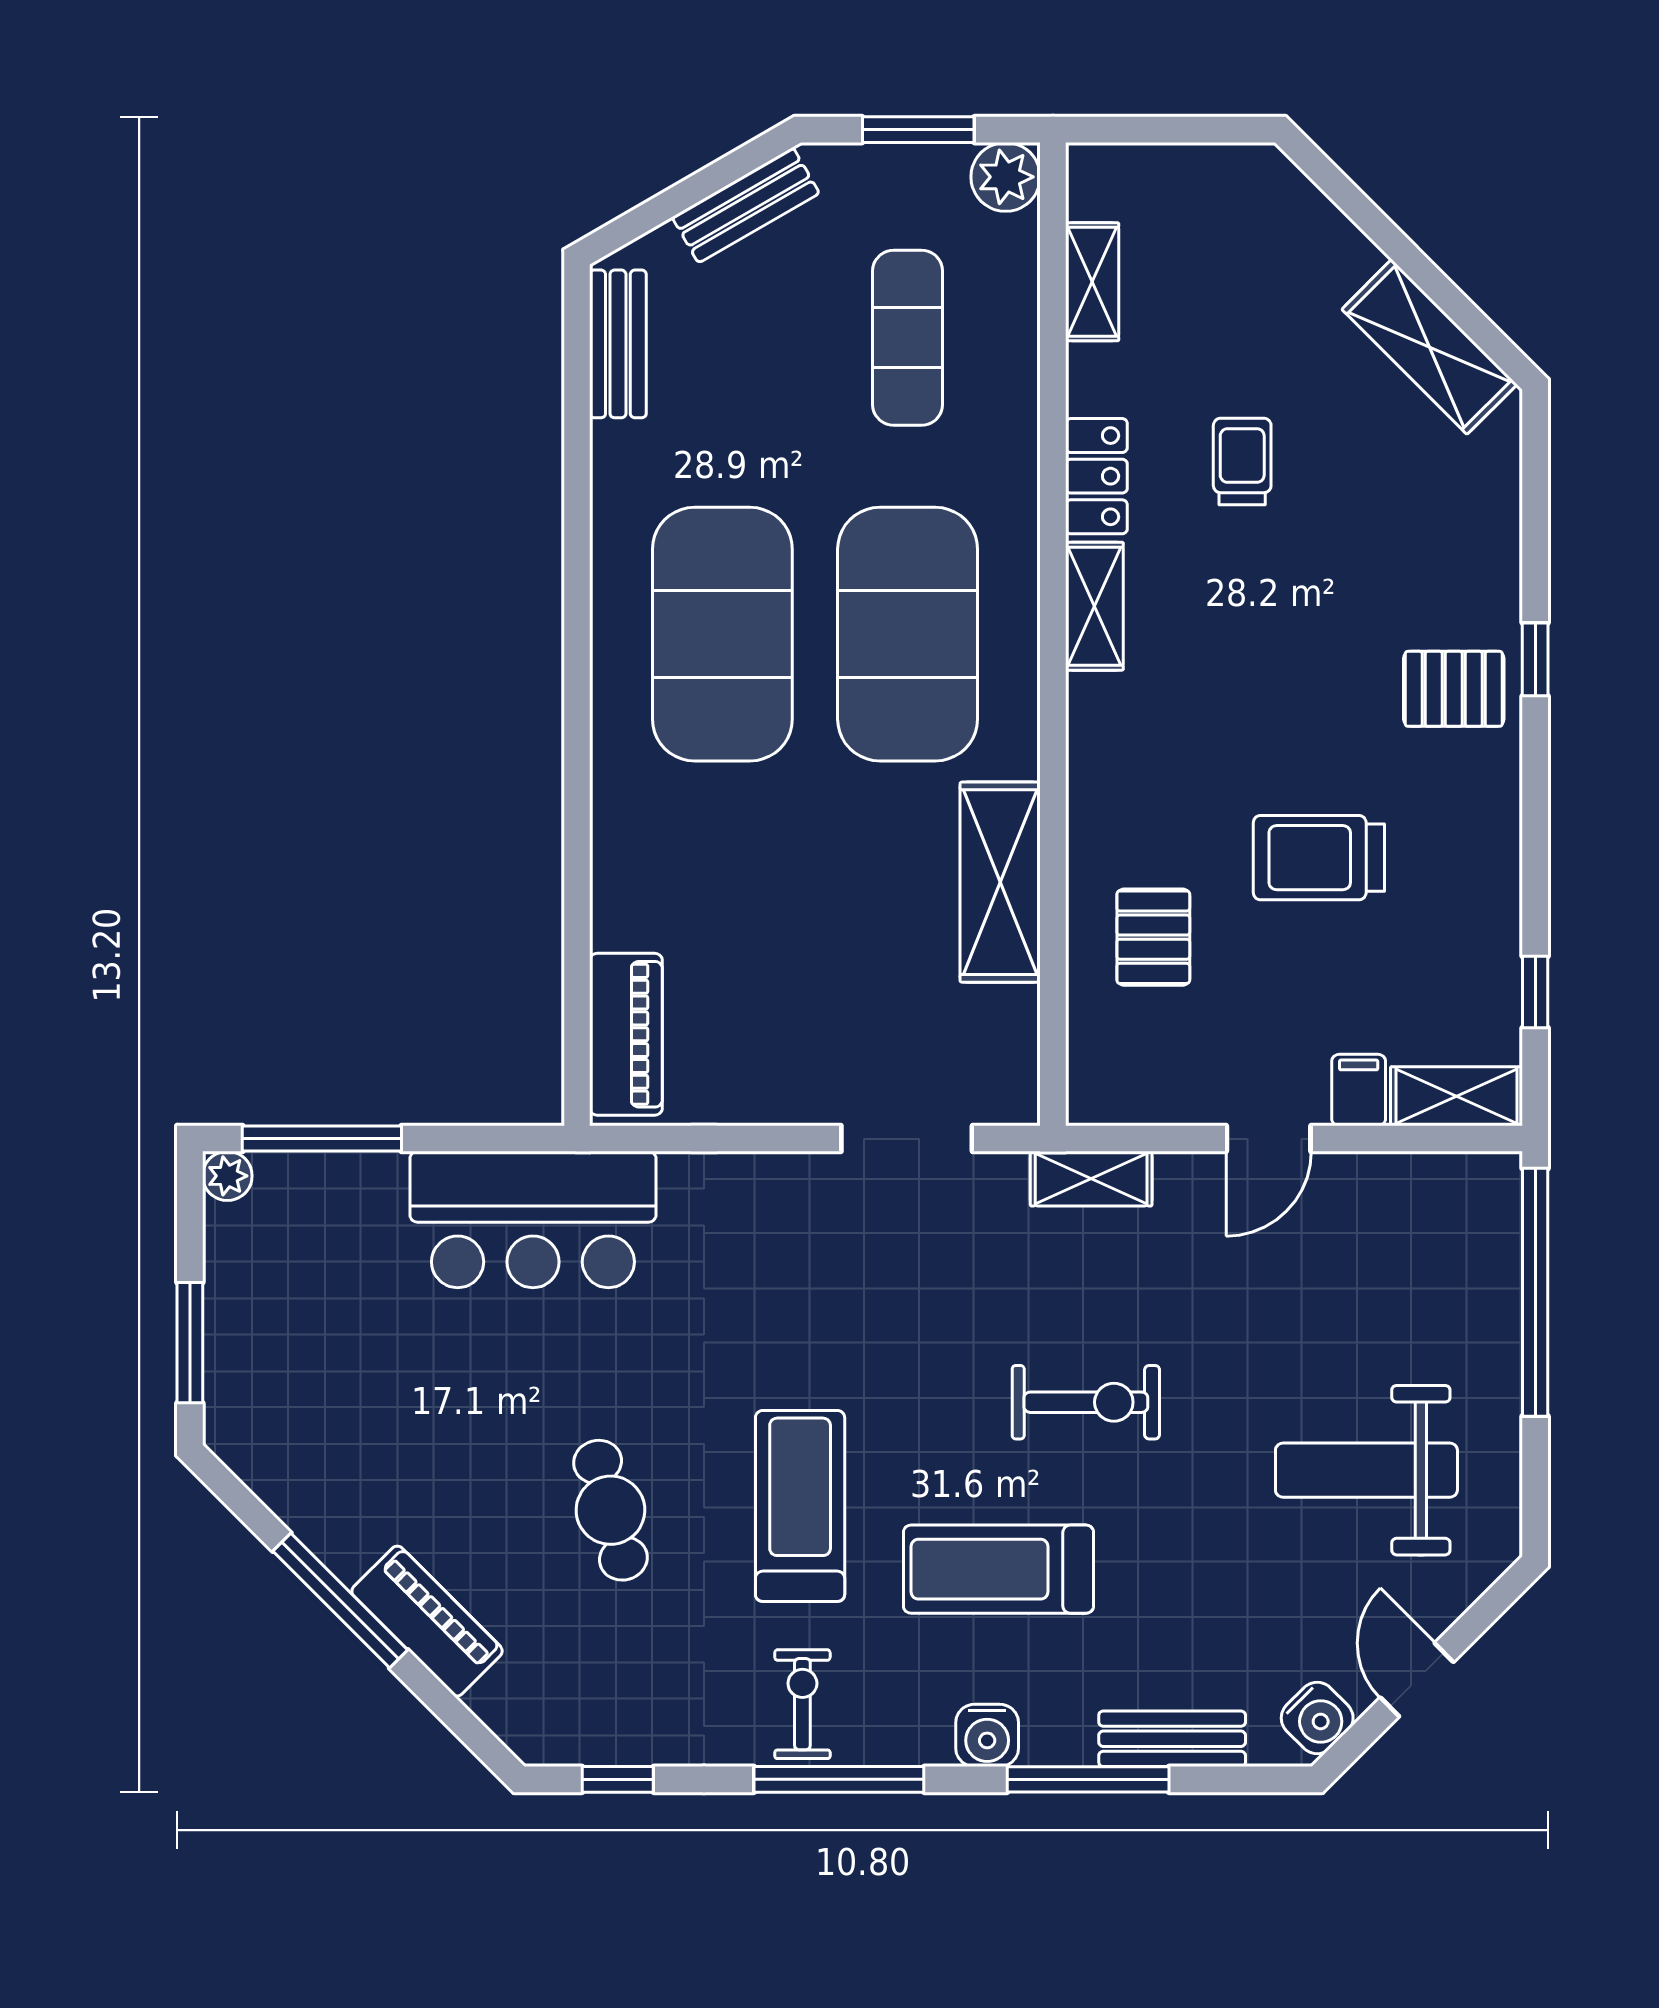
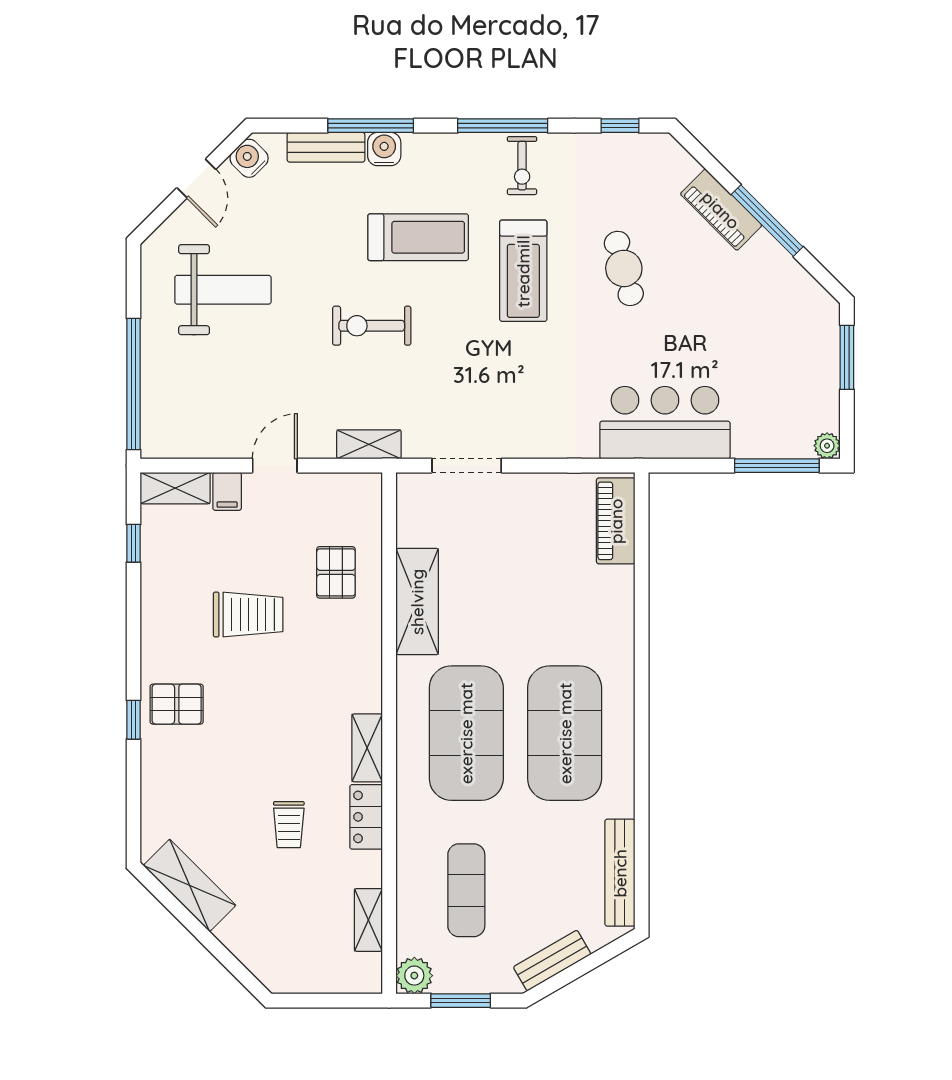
bench: (618, 344) -> (620, 873), width x1.36
water cooler: (987, 1735) -> (384, 149), moved

